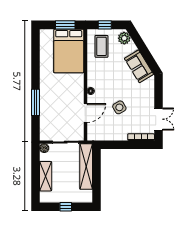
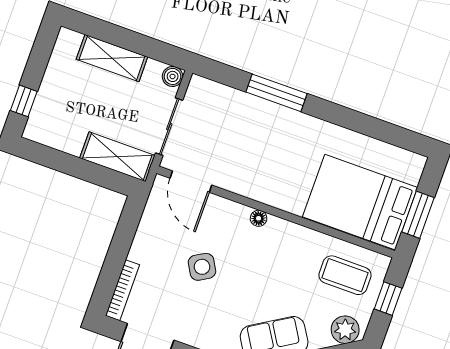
door: (85, 113) -> (191, 182), moved
shelving: (86, 167) -> (117, 157), width x0.68
window: (66, 207) -> (24, 101), moved

